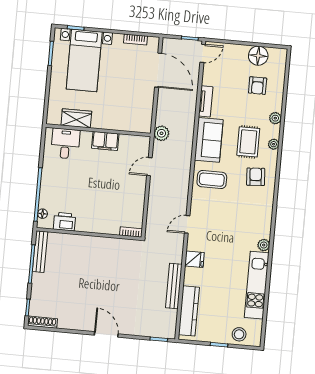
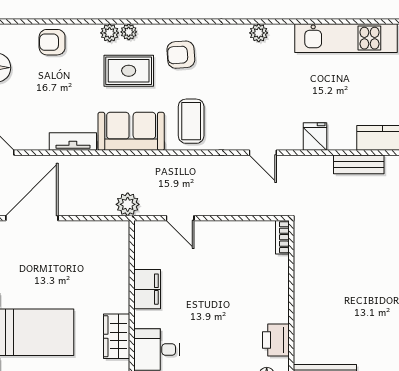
armchair: (258, 86) -> (52, 42), moved, turned 180
plant: (275, 118) -> (110, 33), moved
plant: (264, 245) -> (259, 33), moved
bench: (174, 286) -> (359, 164), width x0.73

